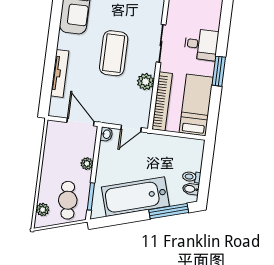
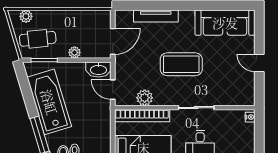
plant: (146, 82) -> (145, 98), moved
washbasin: (106, 134) -> (98, 70), width x1.91, depth x1.45

